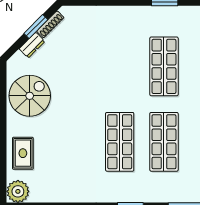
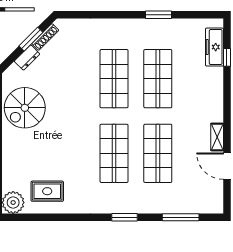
shop shelf: (120, 66) -> (114, 79), added
spiral stairs: (30, 96) -> (25, 108), turned 180
rug: (23, 153) -> (47, 191), moved, turned 90

